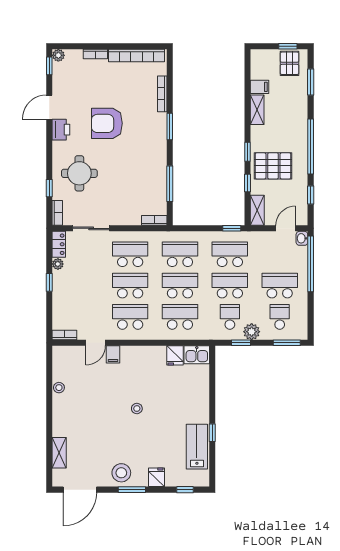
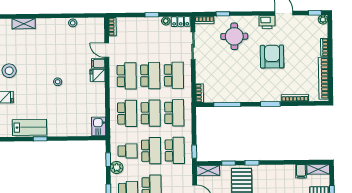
shelving: (257, 110) -> (318, 169), moved
fridge: (175, 355) -> (98, 75), moved

